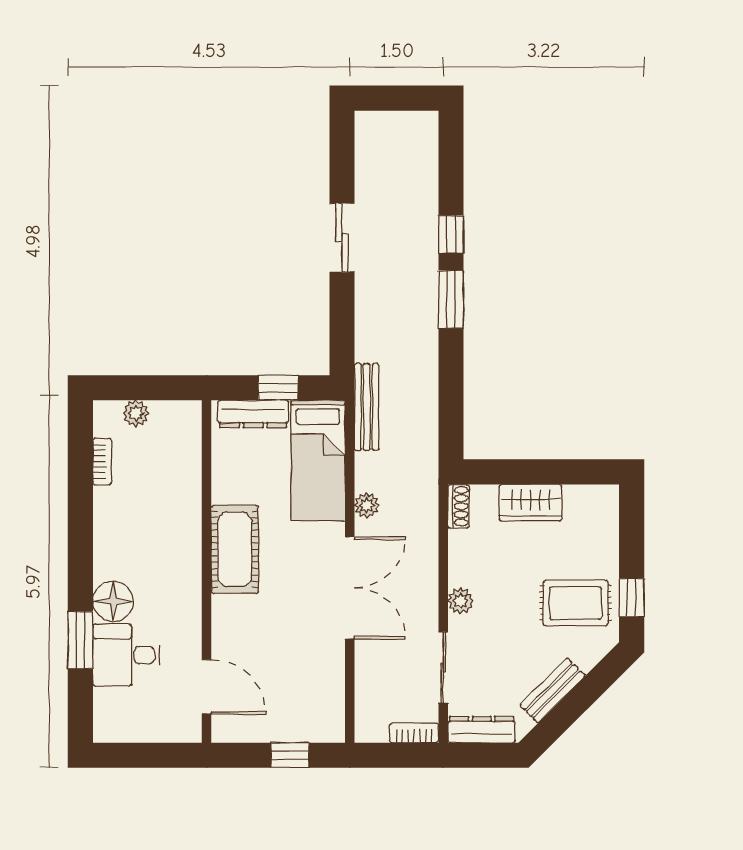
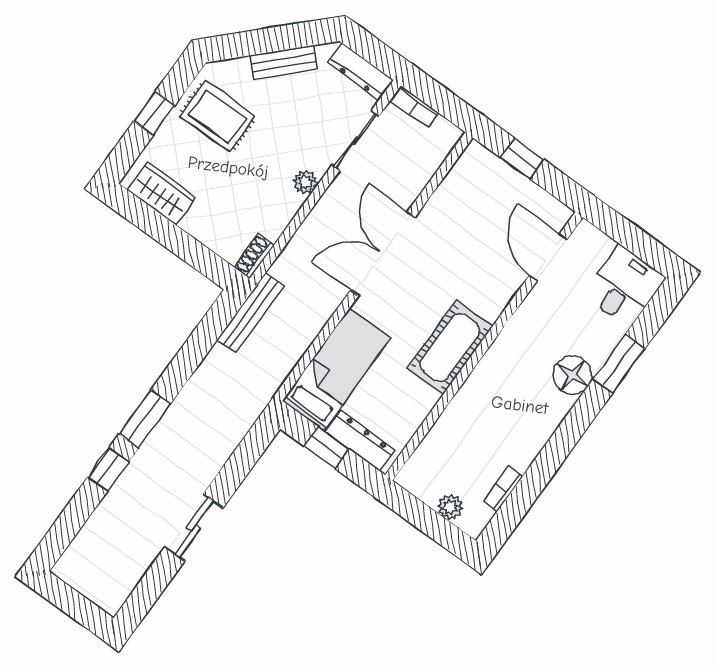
bench: (367, 407) -> (251, 312), moved
wardrobe: (530, 503) -> (162, 194), moved
plant: (367, 505) -> (324, 308), removed
window: (632, 598) -> (154, 113), moved
desk: (126, 655) -> (624, 286), moved, turned -90

